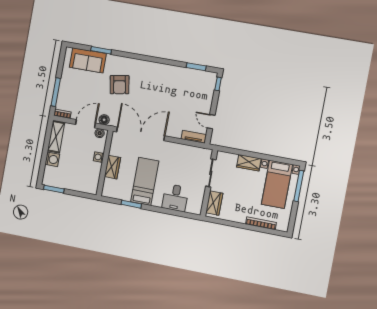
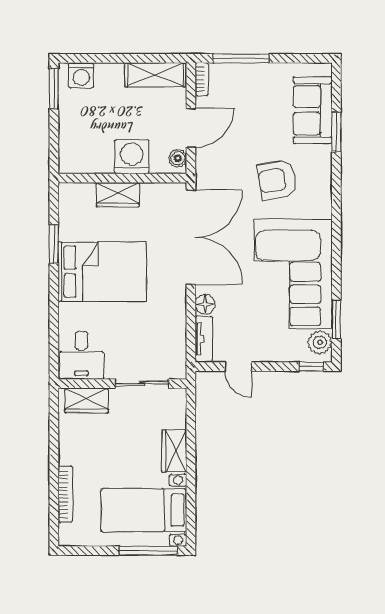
plant: (206, 77) -> (320, 342), added
corner sofa: (169, 85) -> (293, 274), added
floor lamp: (104, 120) -> (205, 304), moved
door: (211, 122) -> (238, 367), swing flipped
door: (86, 124) -> (191, 128), hinge flipped
washing machine: (99, 157) -> (132, 157), width x1.89, depth x1.89
washing machine: (52, 159) -> (81, 75), moved
bed: (145, 181) -> (102, 272), width x1.50
desk: (175, 198) -> (82, 355), moved, turned -90

